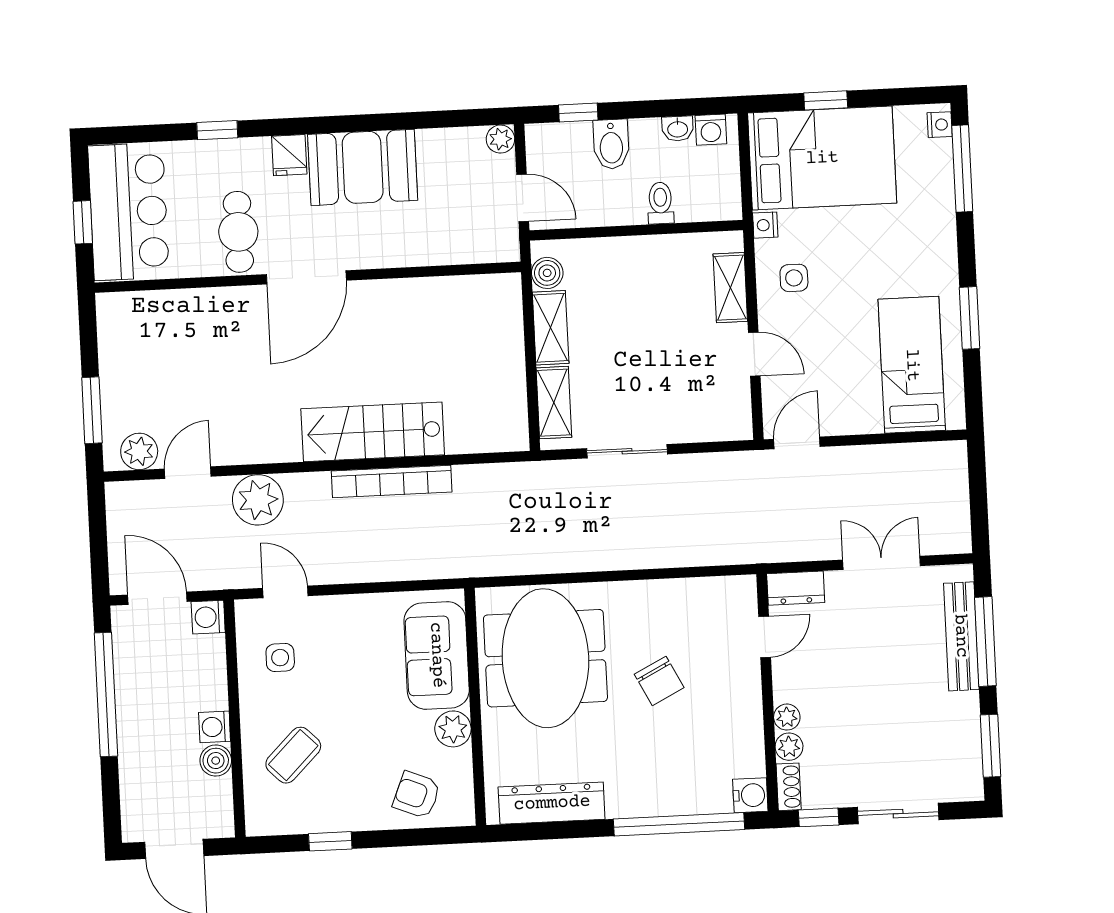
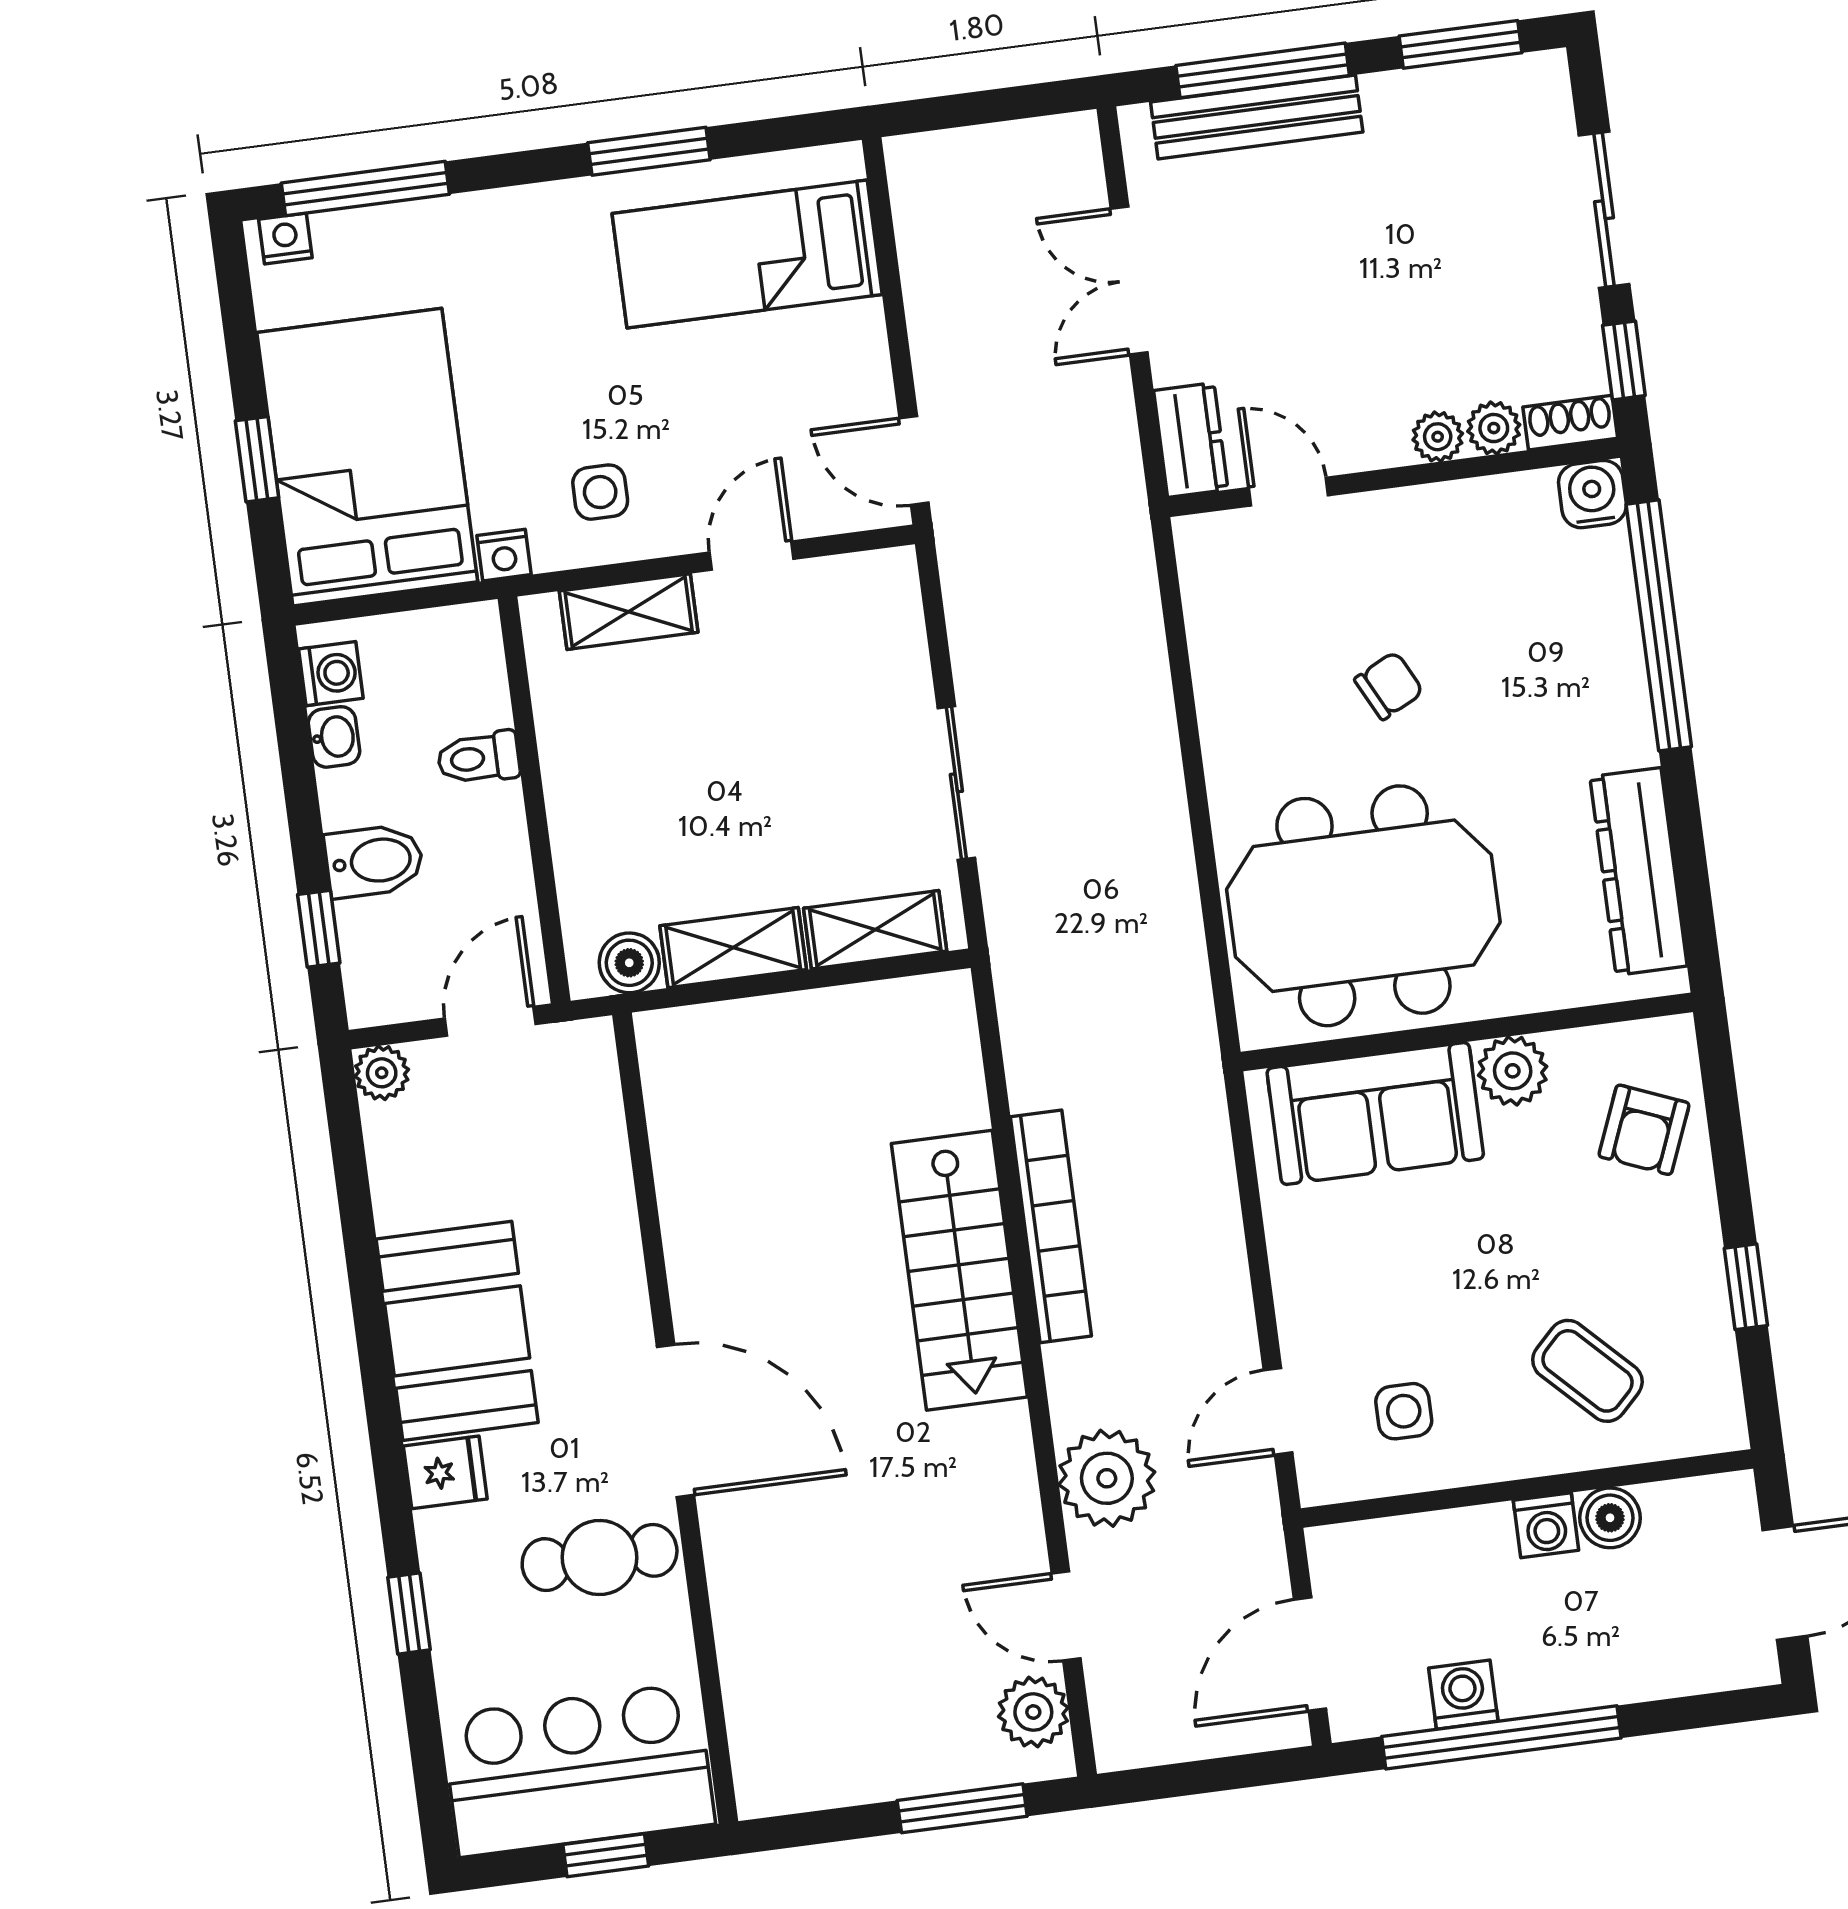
washing machine: (208, 617) -> (1463, 1695), moved, turned 180
chair: (659, 681) -> (1389, 686), width x0.73, depth x0.73

